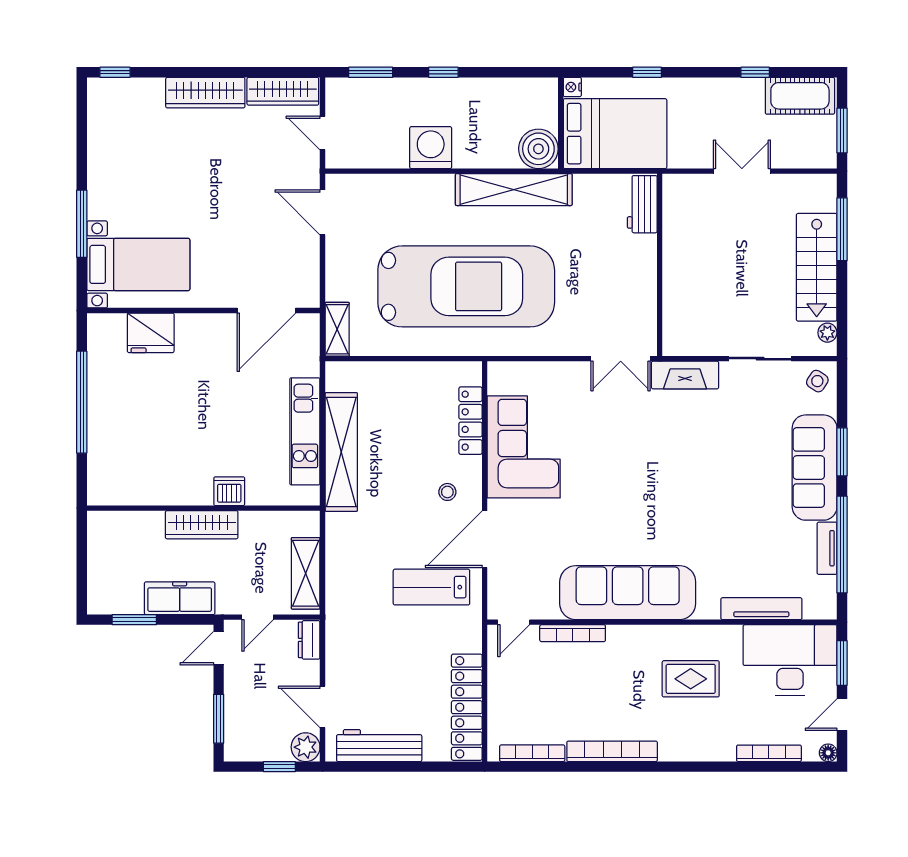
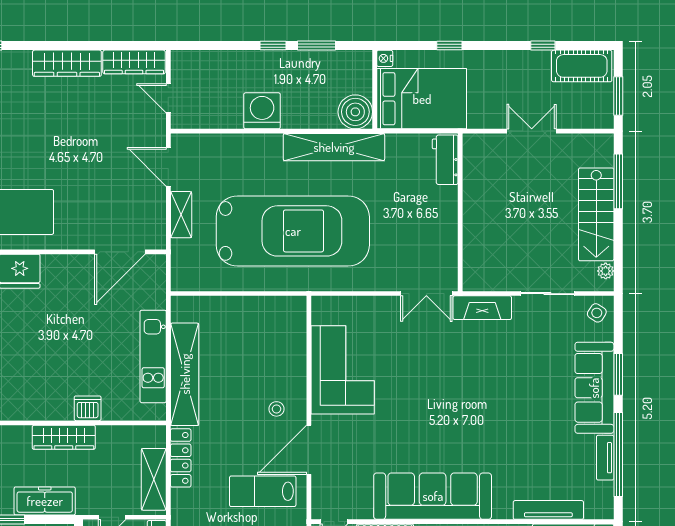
window: (371, 72) -> (316, 46), moved
shelving: (337, 329) -> (181, 215), moved
locker: (471, 421) -> (181, 458), moved, turned 180

